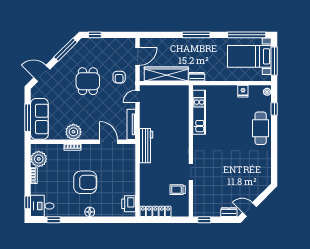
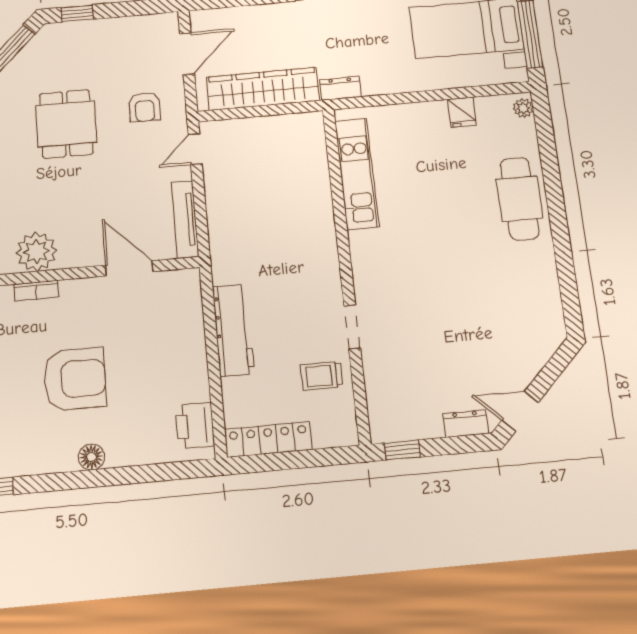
window: (274, 109) -> (547, 148), removed
workbench: (146, 146) -> (233, 330), moved

